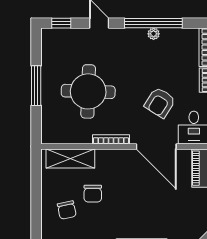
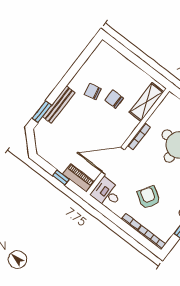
armchair: (160, 103) -> (149, 197), moved
chair: (67, 210) -> (93, 92), moved

